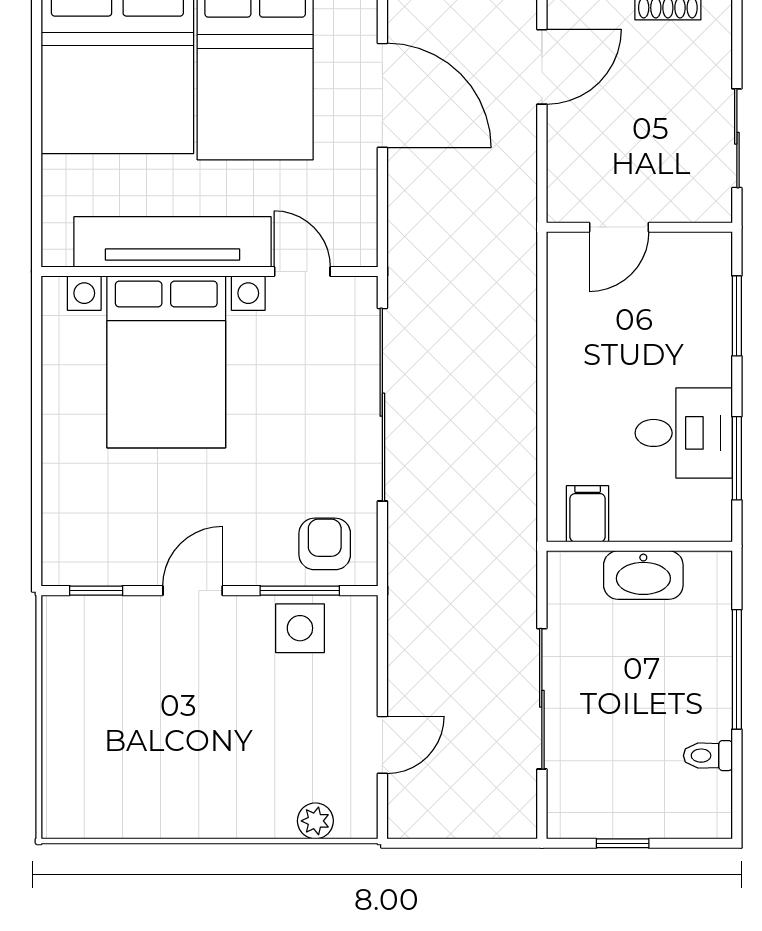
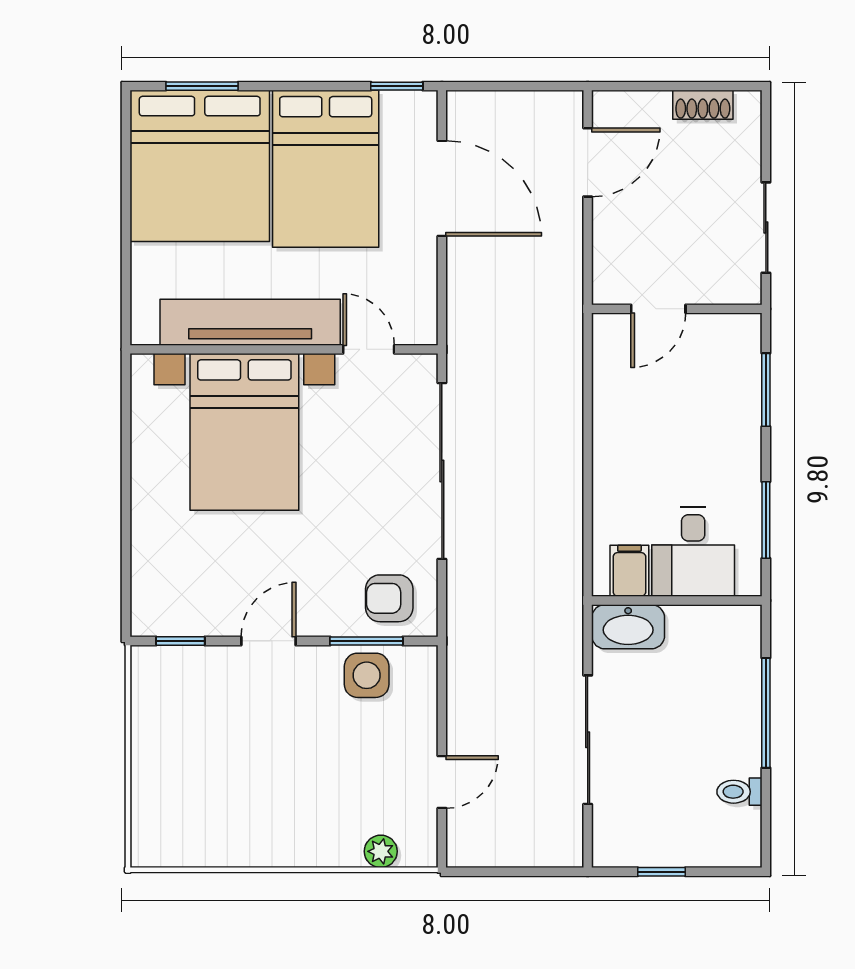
desk: (684, 433) -> (693, 552), moved, turned 90
armchair: (325, 544) -> (389, 598), turned -90
washbasin: (643, 575) -> (628, 627), moved

